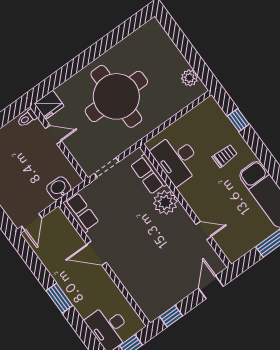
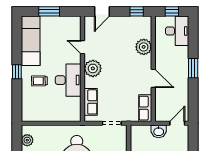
window: (238, 120) -> (17, 72), moved
desk: (177, 159) -> (68, 80), moved
washbasin: (59, 188) -> (159, 131), moved
plant: (165, 202) -> (93, 68), moved
plant: (134, 281) -> (144, 47), added

